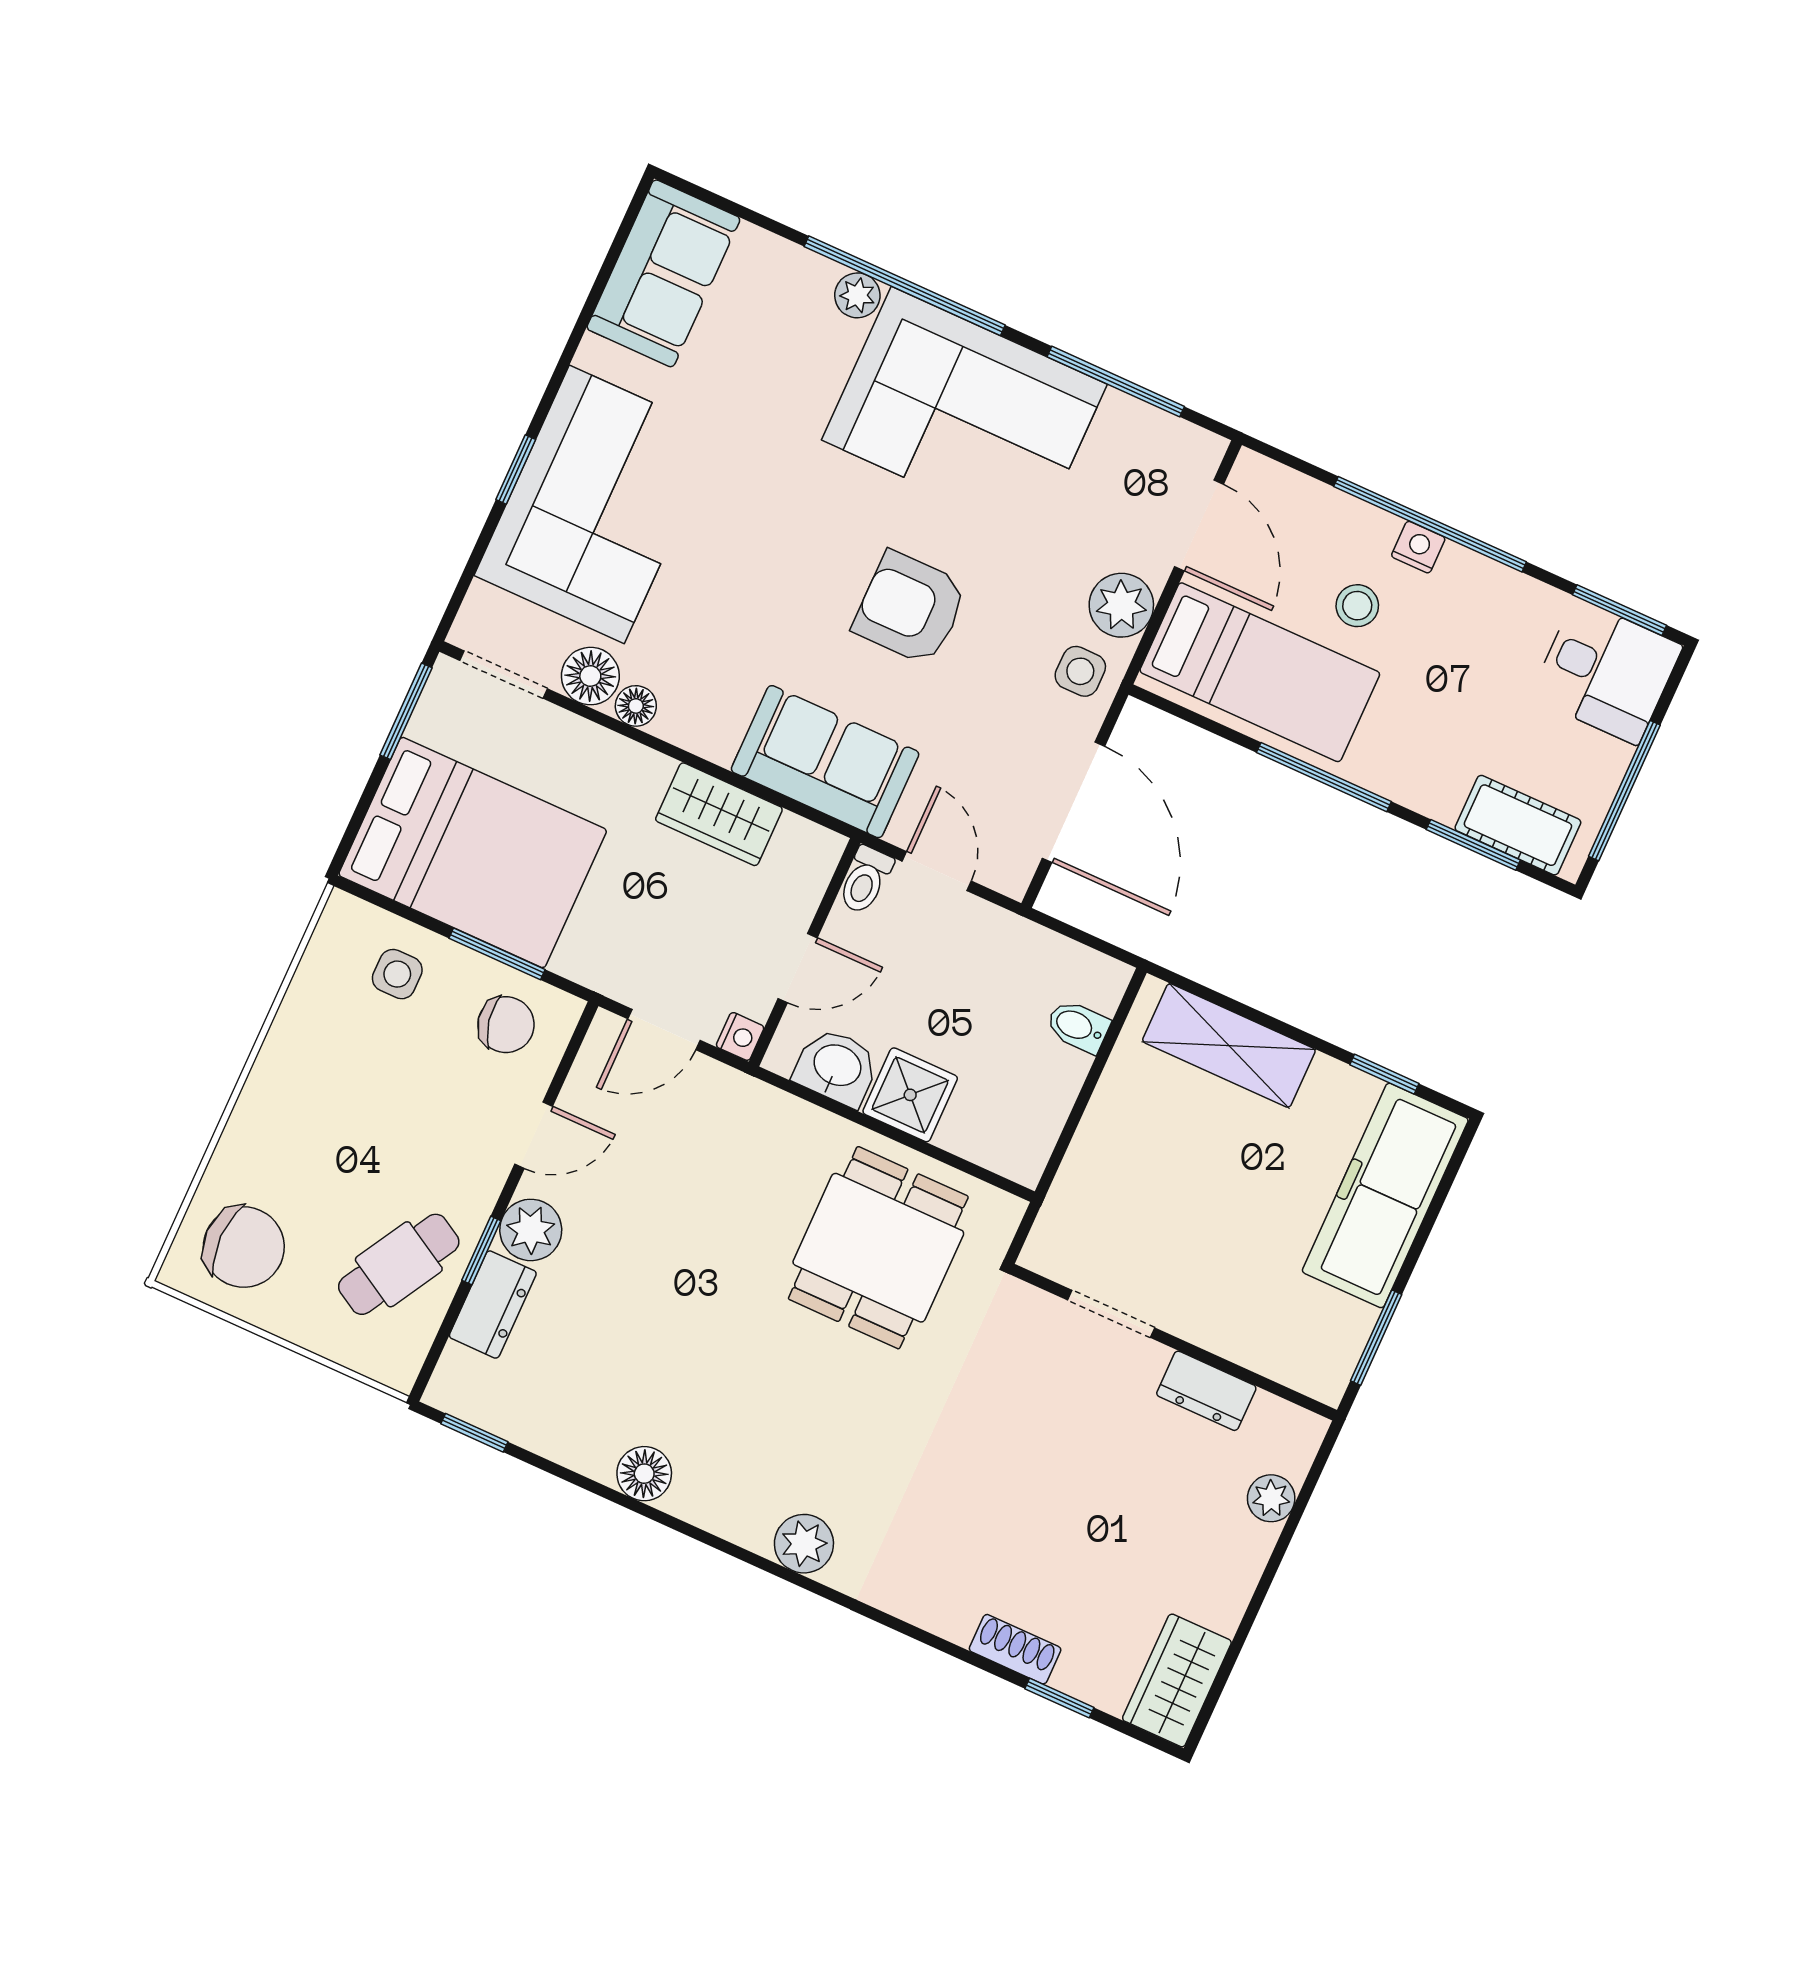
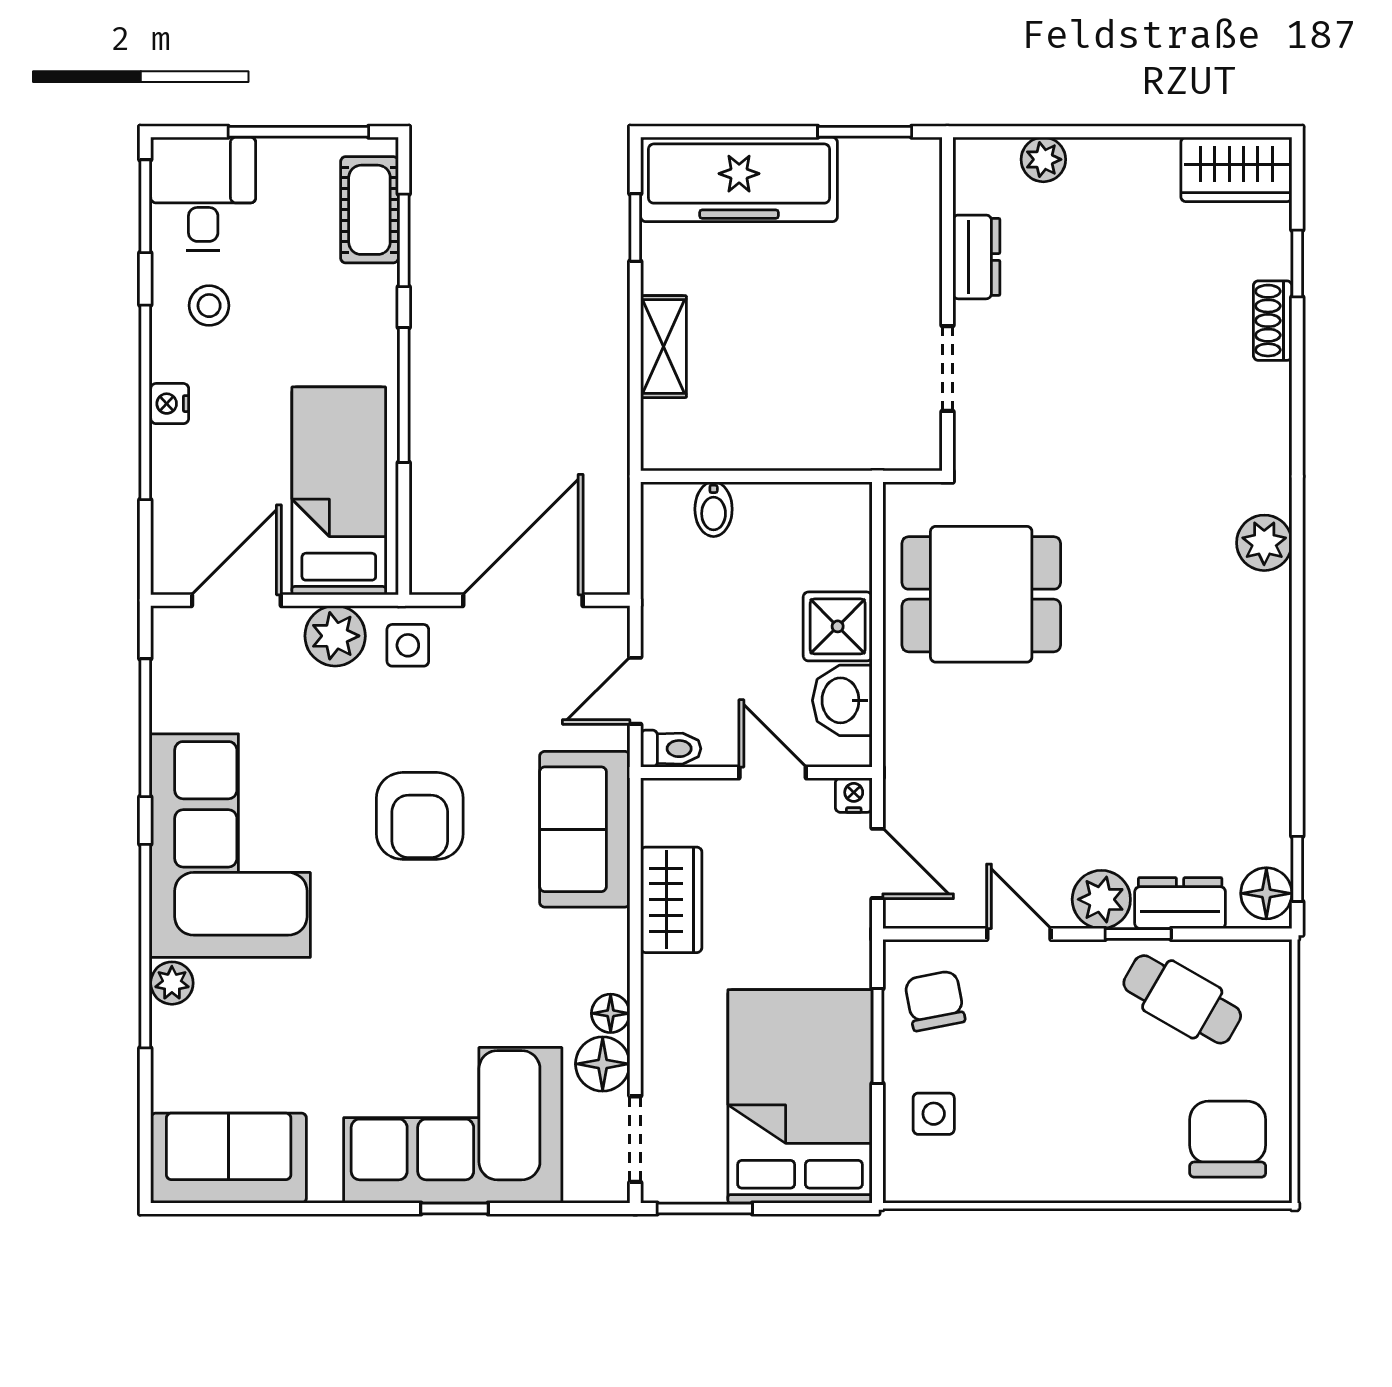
stool: (1357, 606) -> (209, 306), moved
shelving: (1229, 1046) -> (664, 347), width x0.67, depth x0.75
floor lamp: (644, 1474) -> (1266, 893), moved

